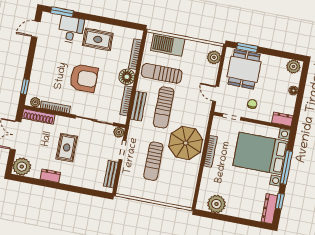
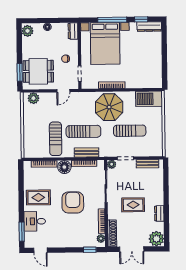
rug: (98, 39) -> (38, 197), turned 90
barbecue: (168, 45) -> (149, 99), moved, turned 90
plant: (216, 204) -> (154, 71), removed

